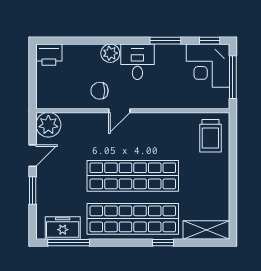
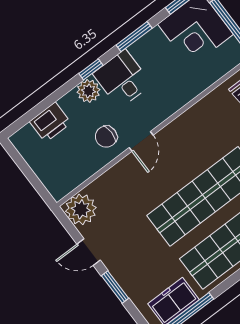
window: (122, 41) -> (91, 69), added
printer: (49, 55) -> (50, 122), moved
door: (33, 156) -> (89, 252), swing flipped

